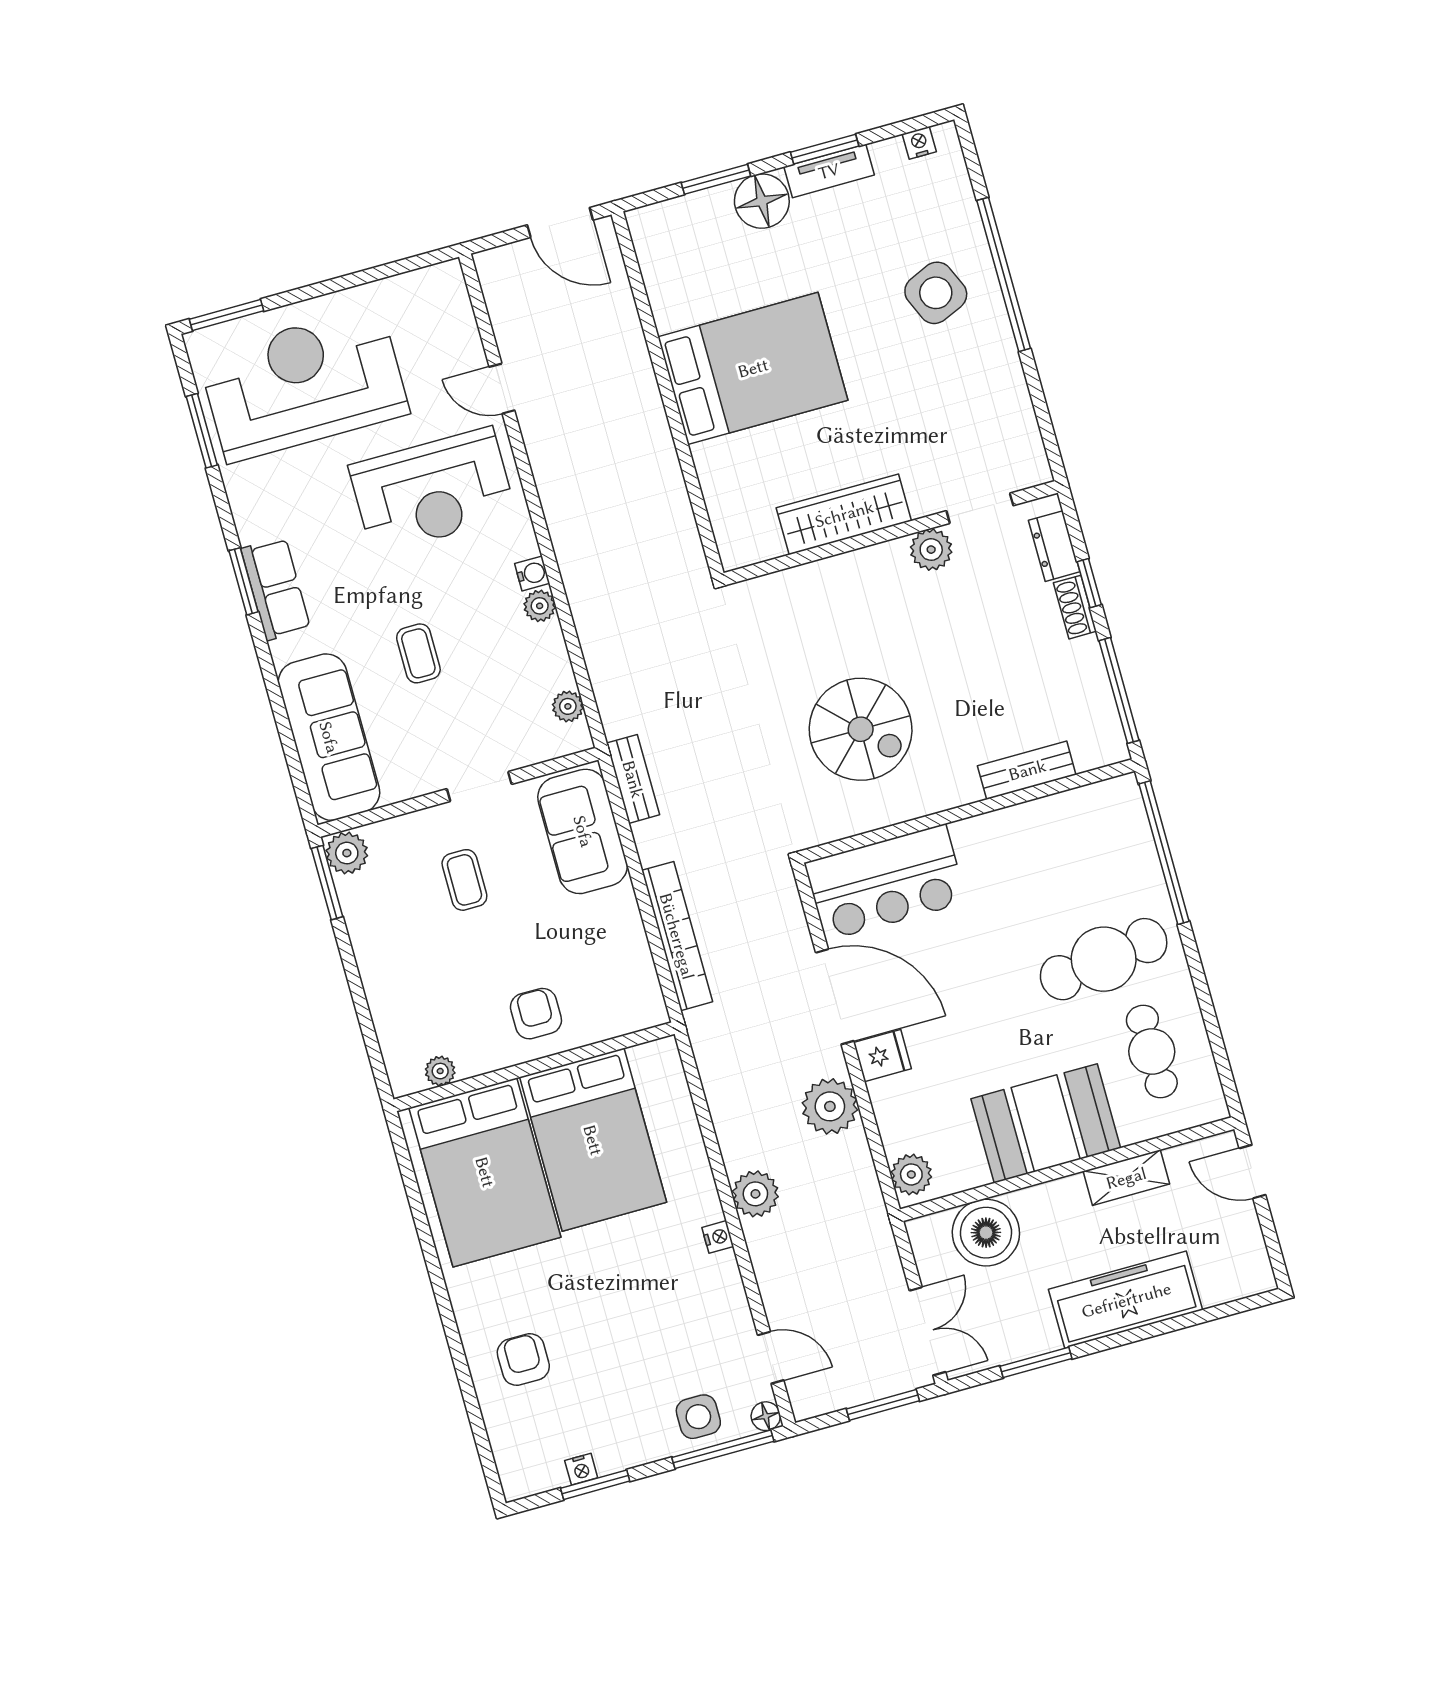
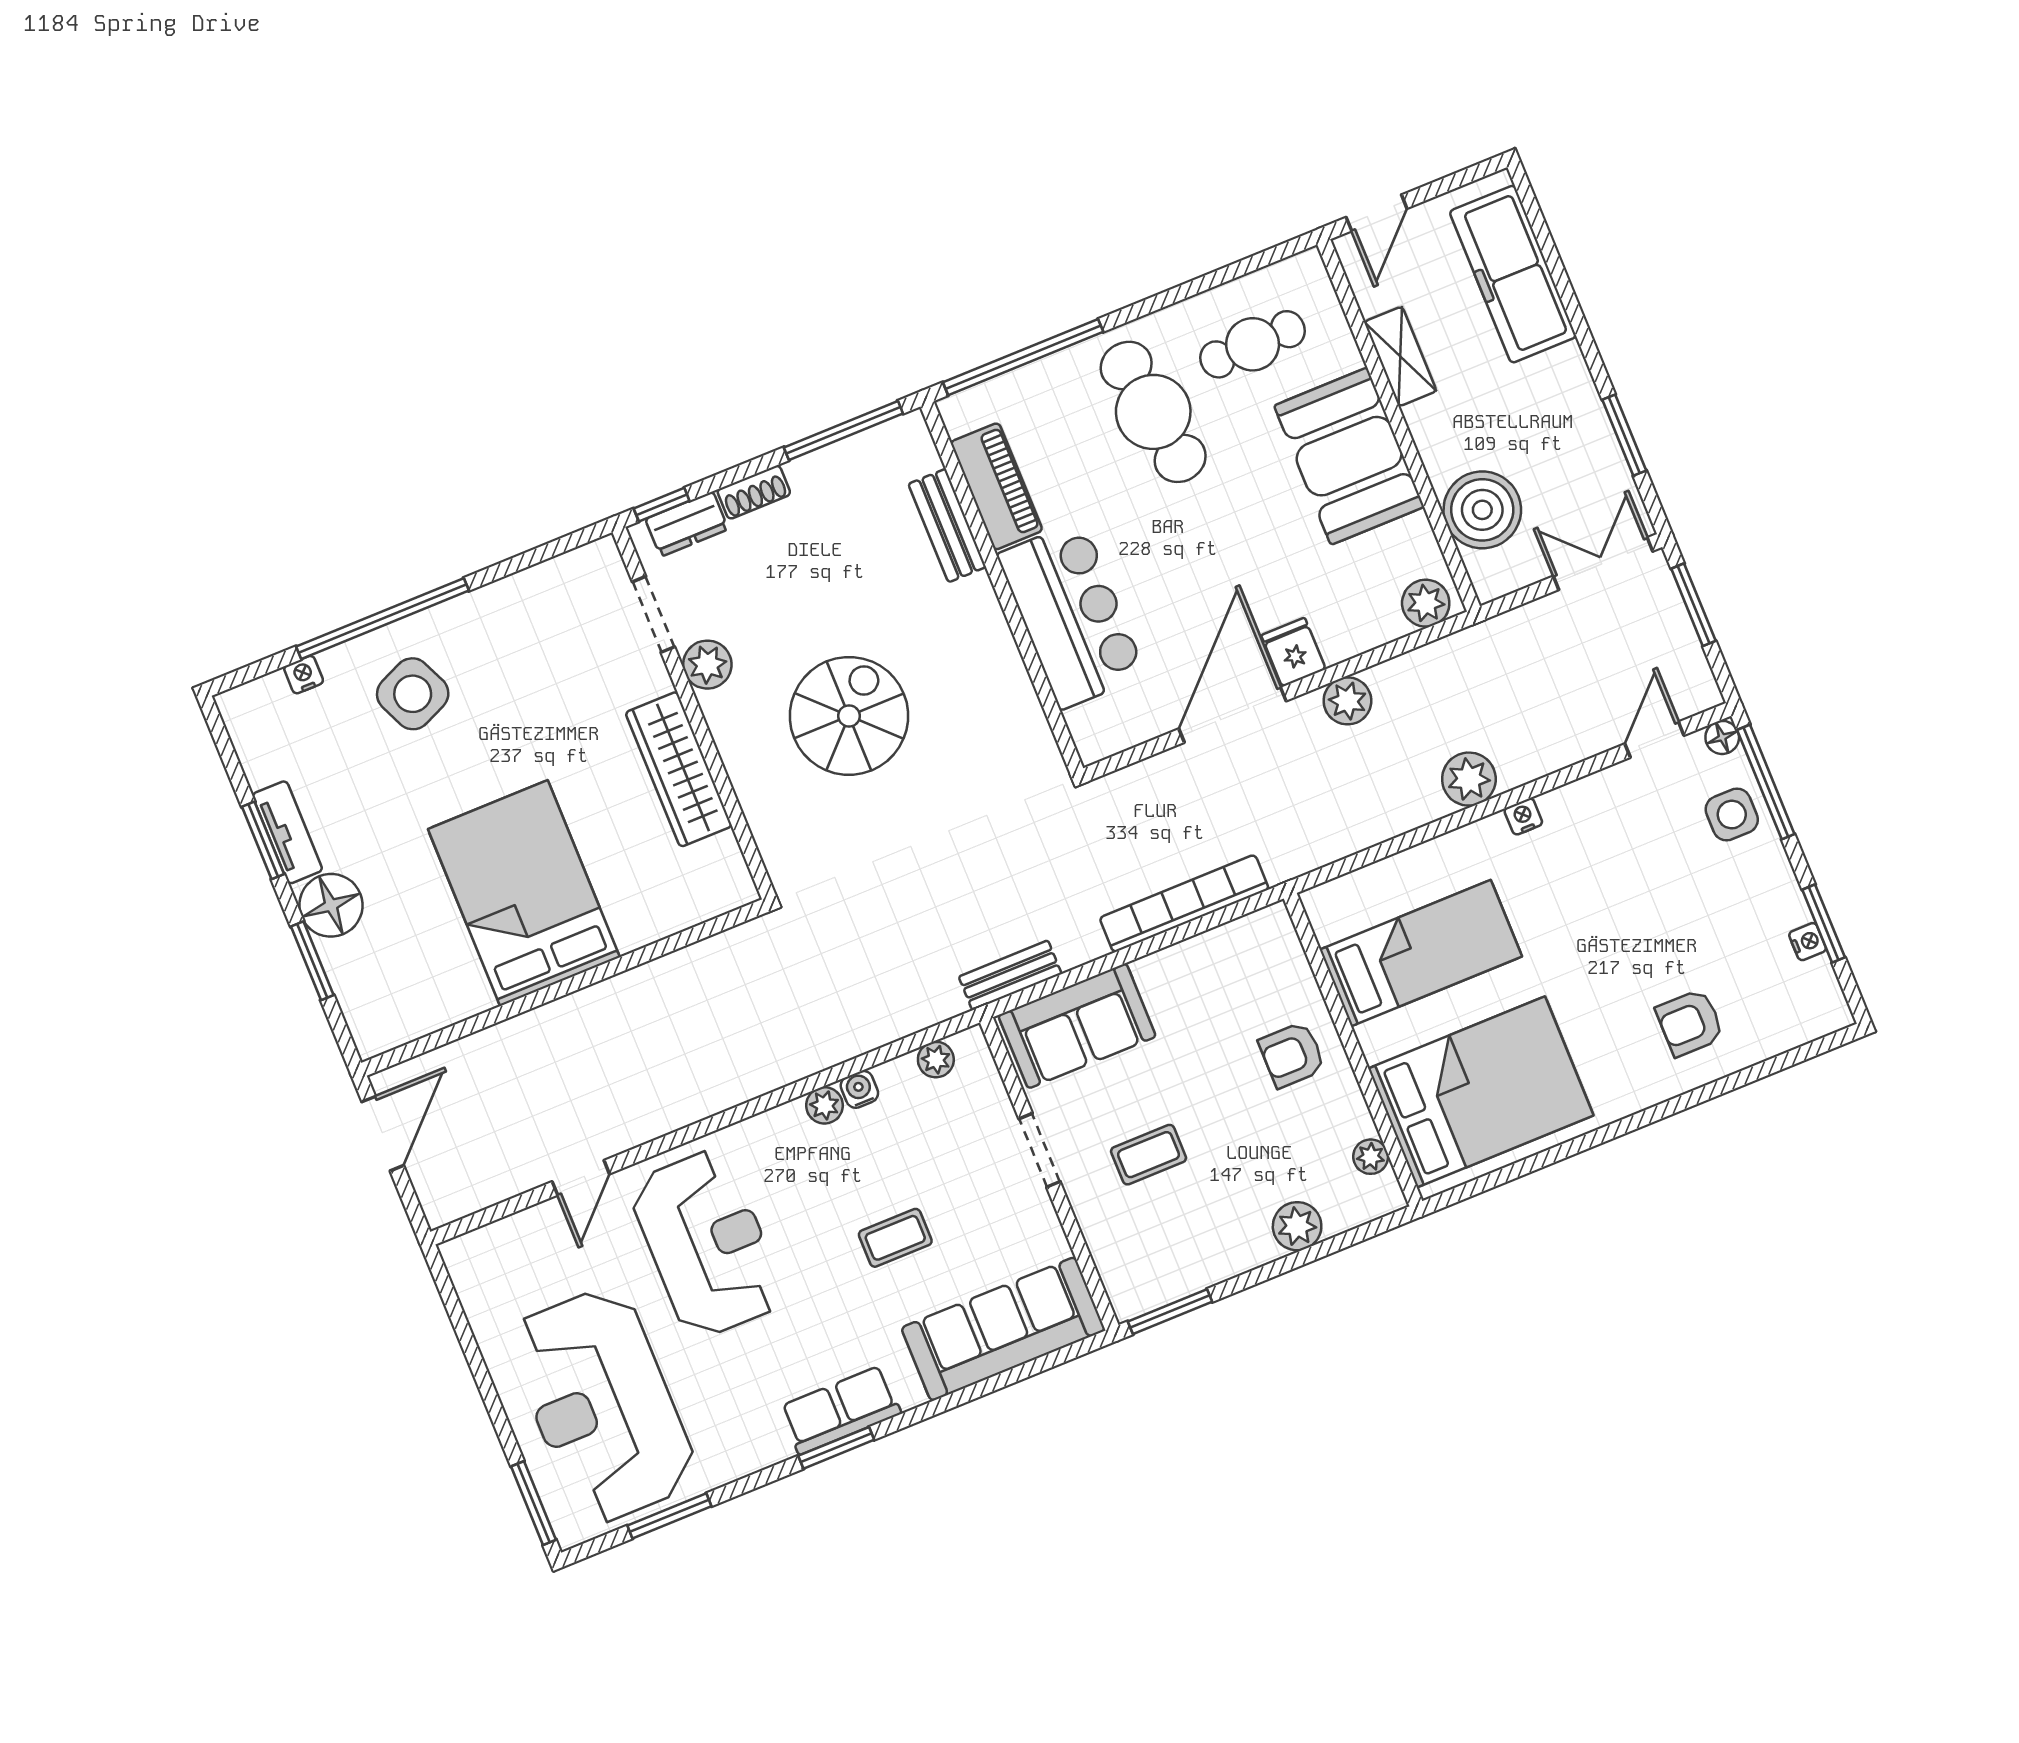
nightstand: (919, 143) -> (304, 675), moved, turned 90
water cooler: (532, 573) -> (859, 1089), moved
window: (1089, 583) -> (662, 505), moved
spiral stairs: (861, 729) -> (849, 716), moved
piano: (1055, 817) -> (996, 486), added
plant: (347, 853) -> (1297, 1226), moved
bar counter: (886, 882) -> (1071, 615), moved
plant: (830, 1106) -> (1347, 701), width x0.73, depth x0.73
bed: (593, 1140) -> (1421, 953), width x0.67
freezer: (1126, 1300) -> (1513, 274), moved

